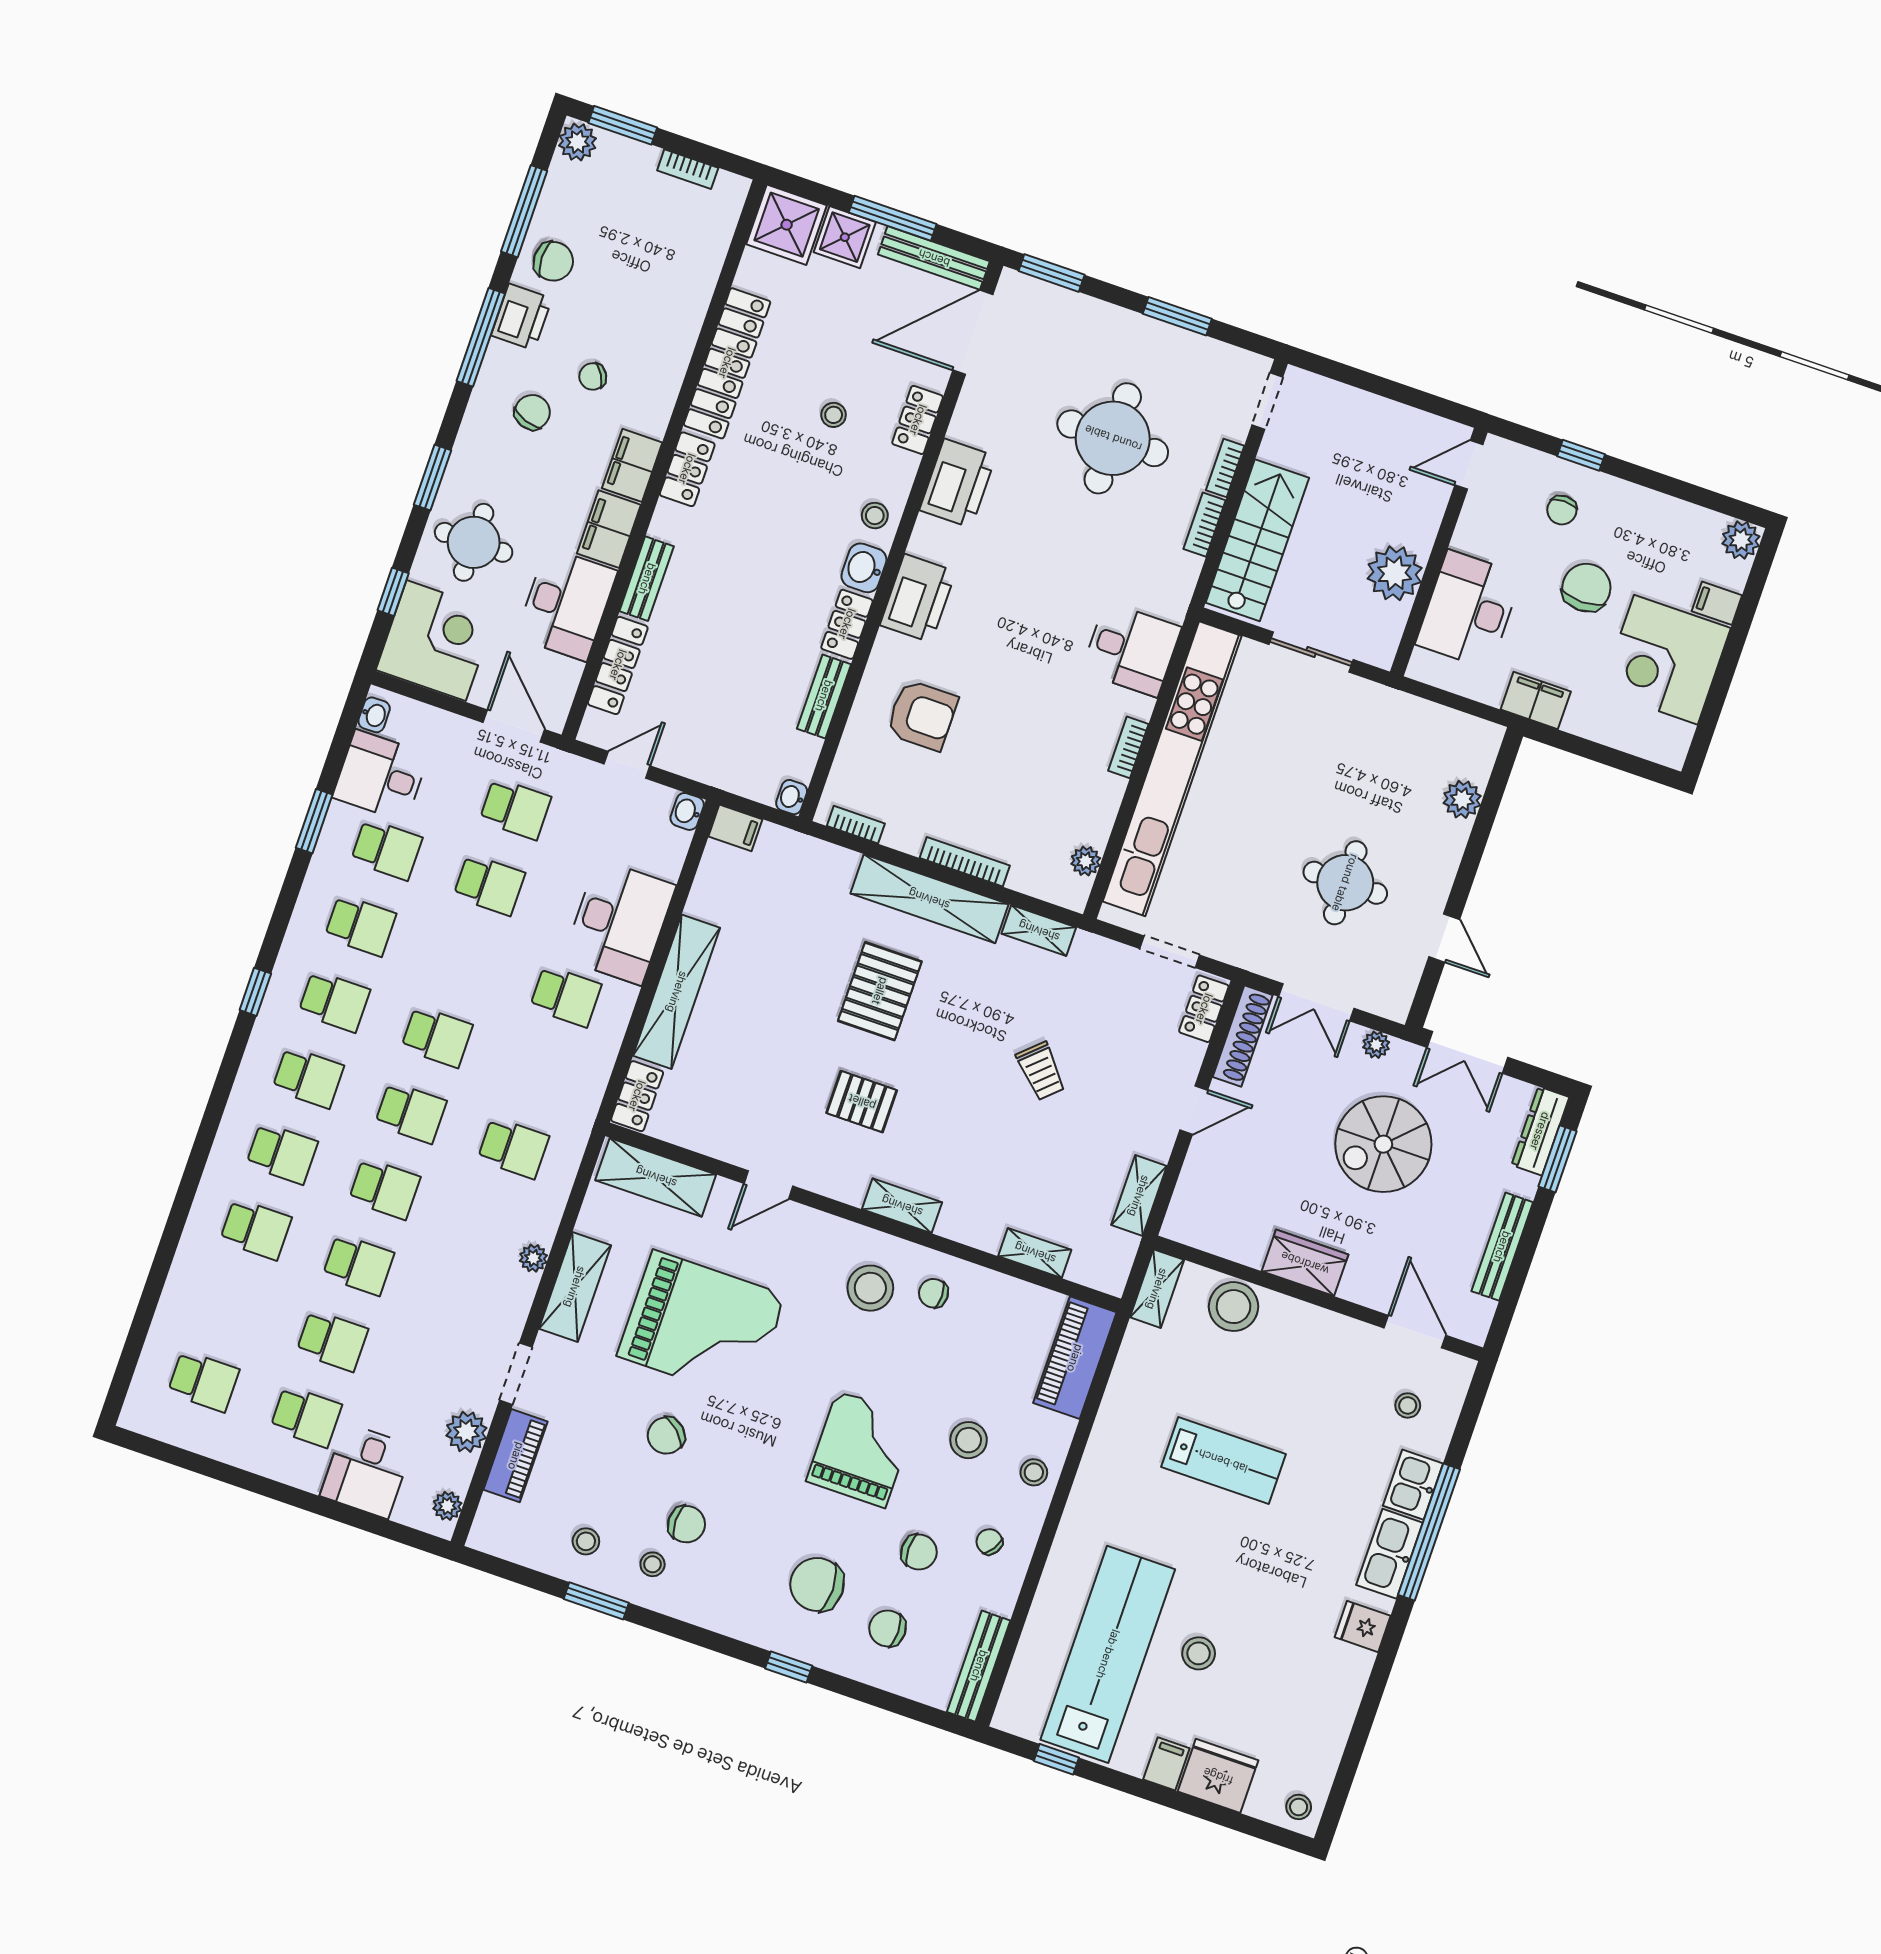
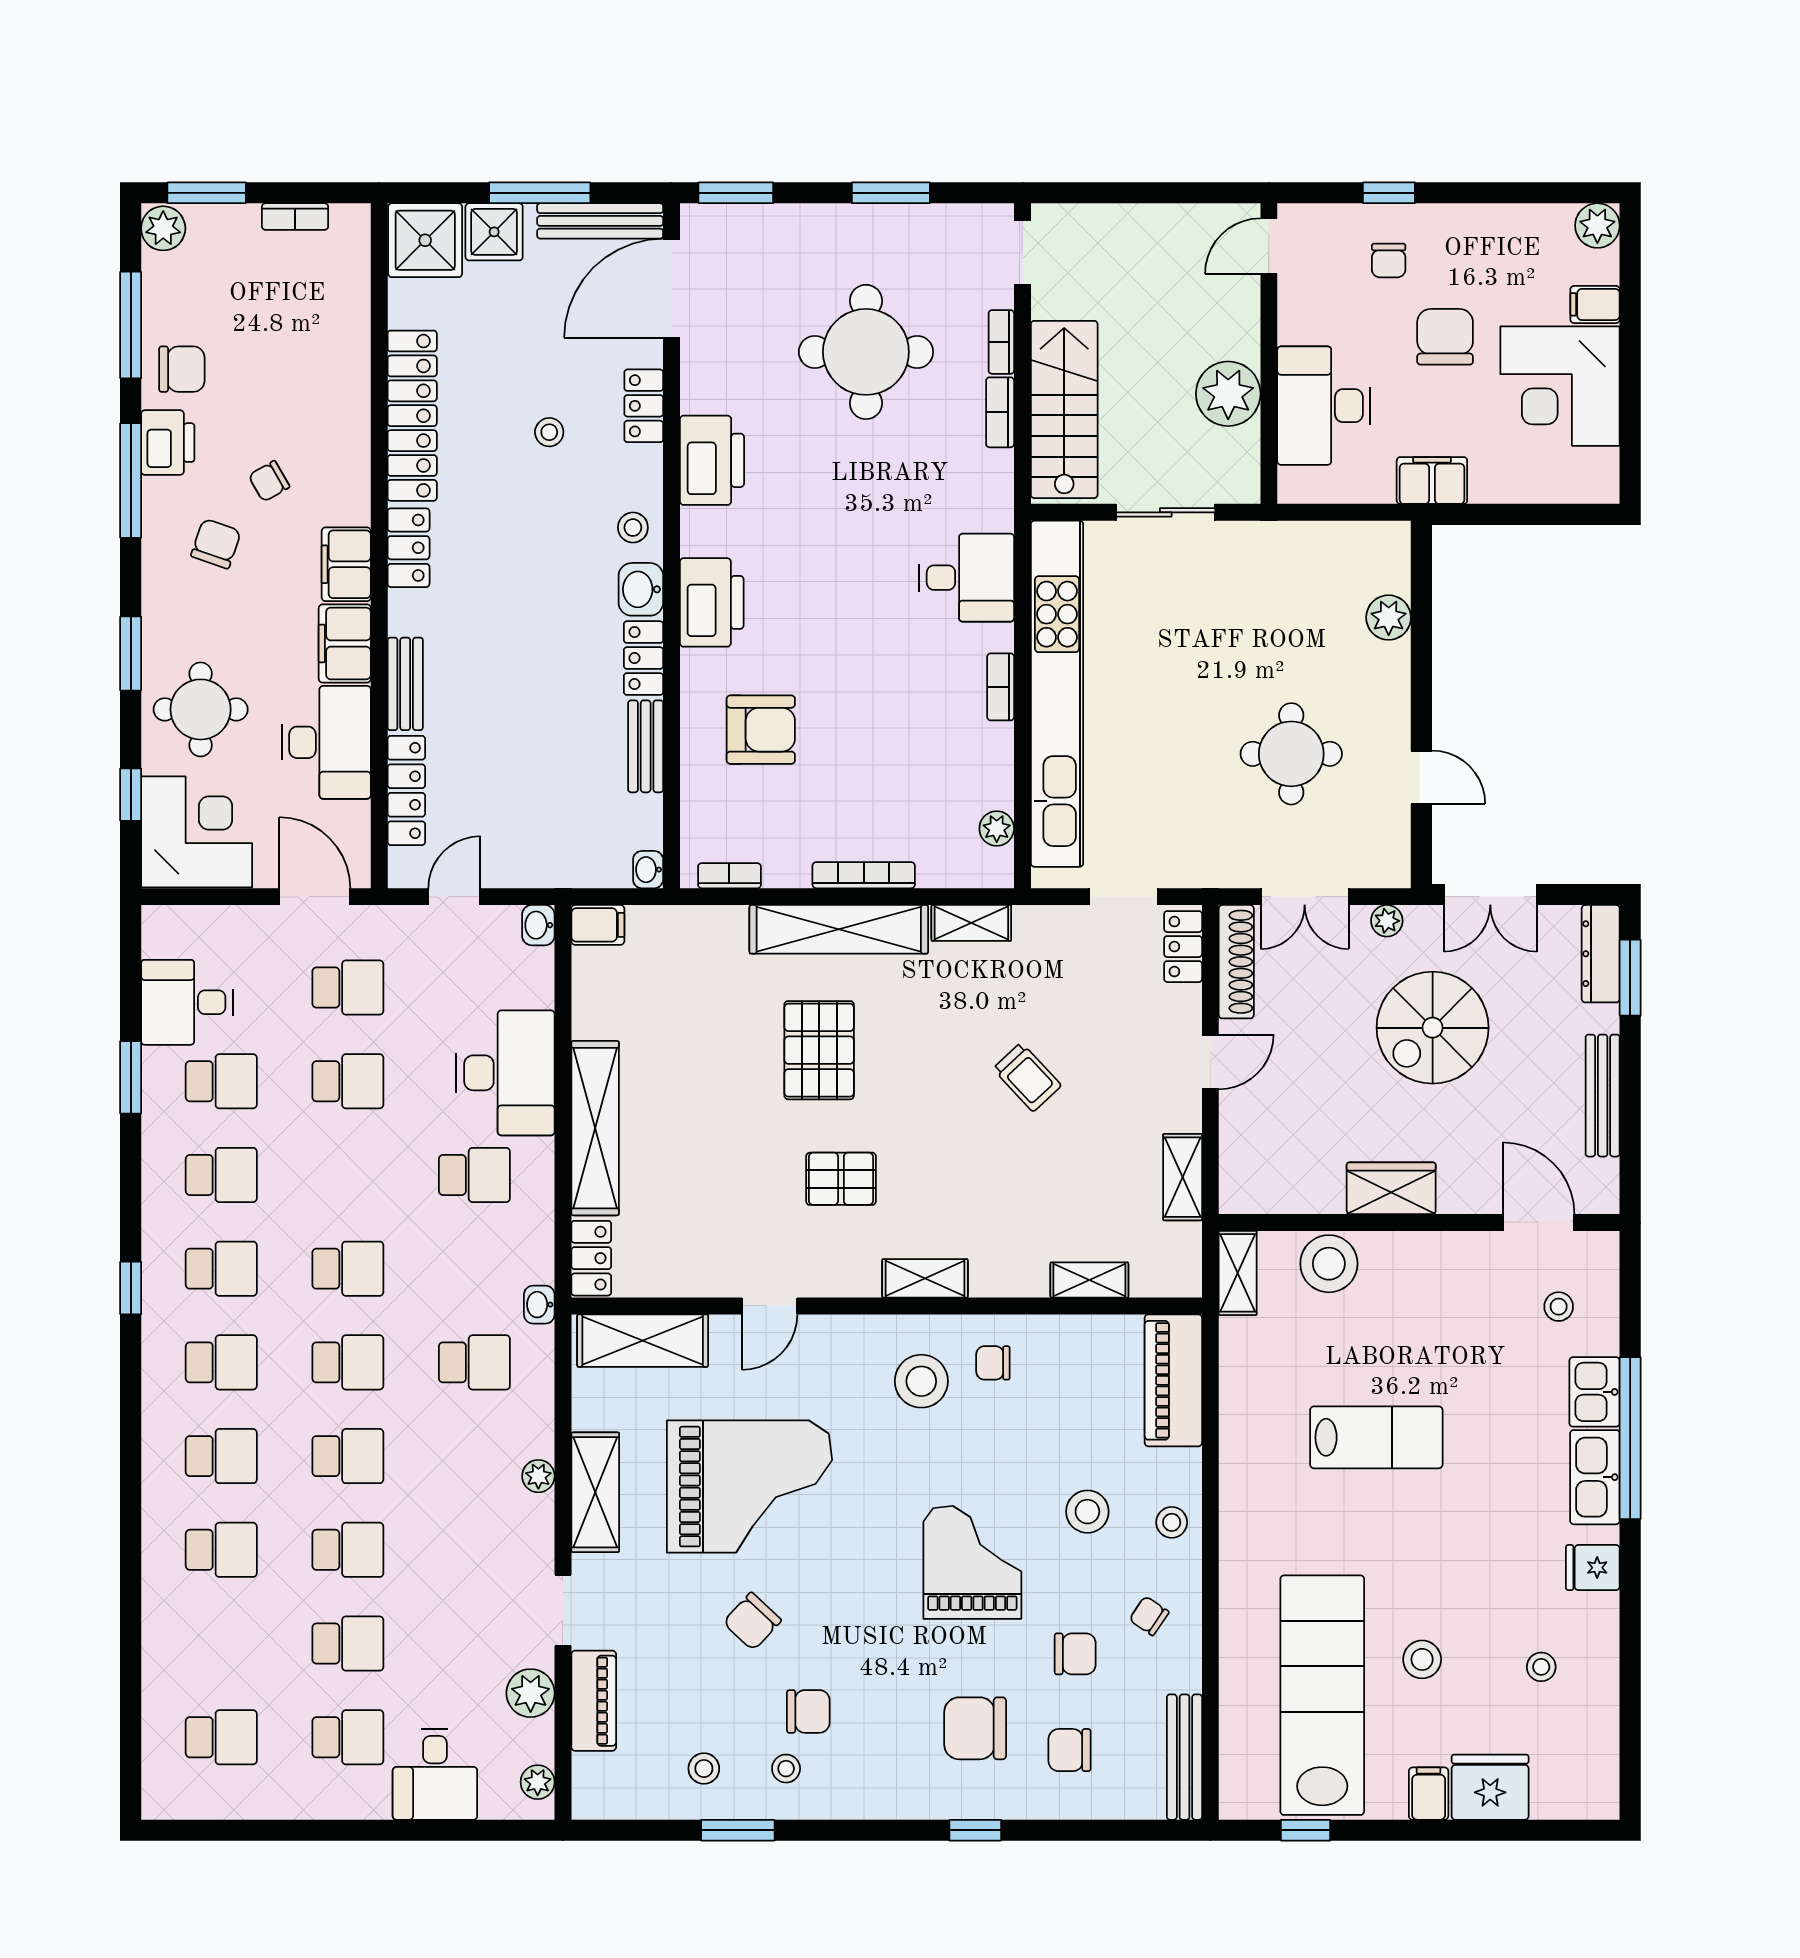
washbasin: (374, 715) -> (539, 1305), moved, turned 180
stool: (1299, 1807) -> (1541, 1667), moved

